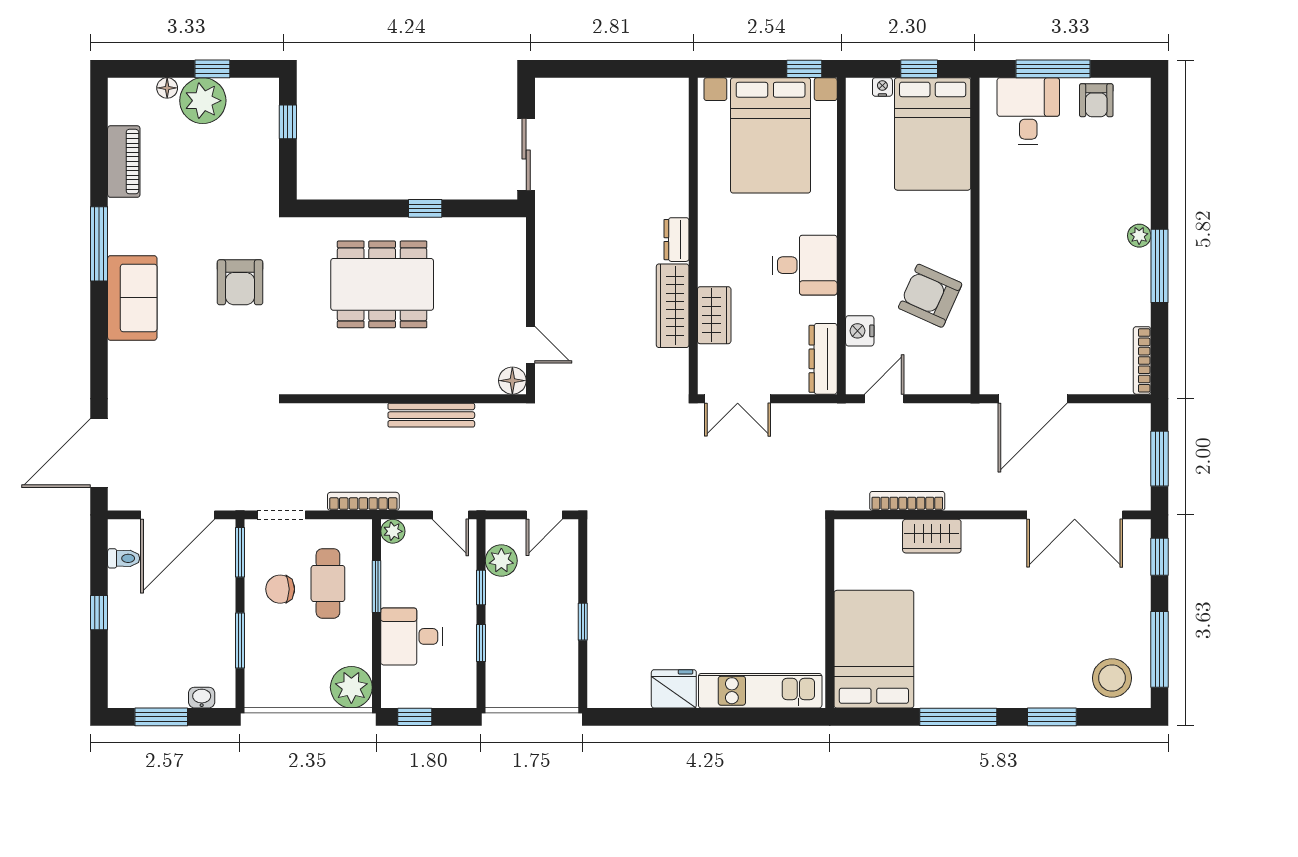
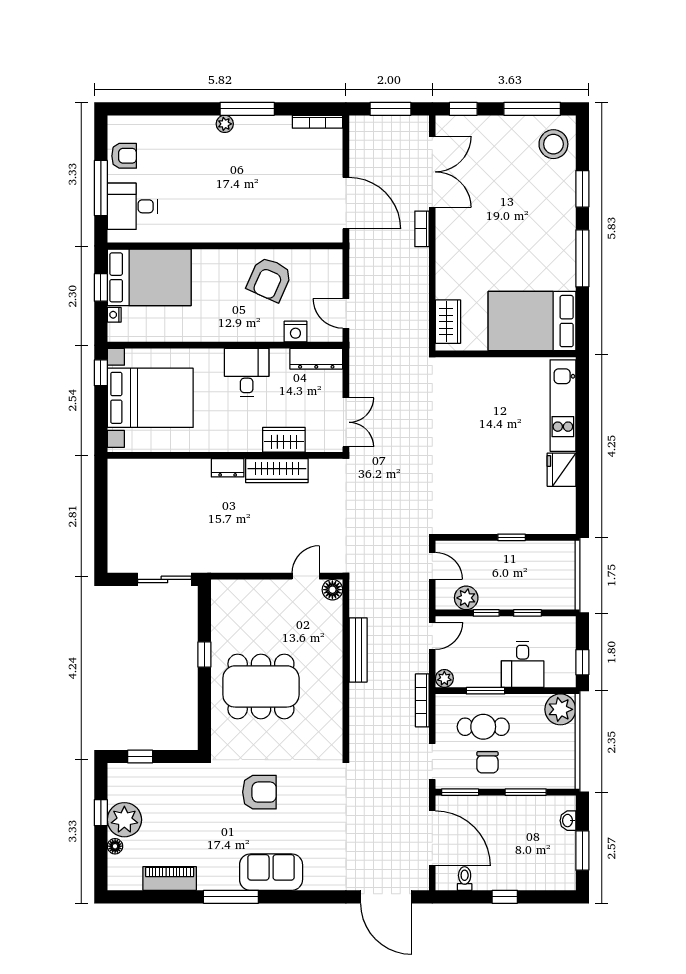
dining table: (382, 284) -> (261, 686), turned 90
bookcase: (907, 501) -> (422, 229), moved, width x0.64
wardrobe: (932, 536) -> (448, 322), moved

